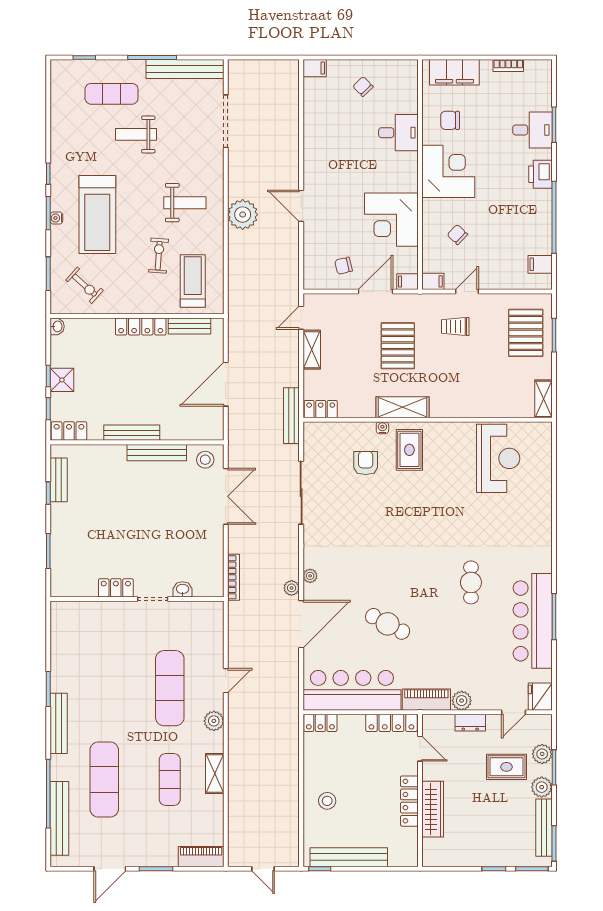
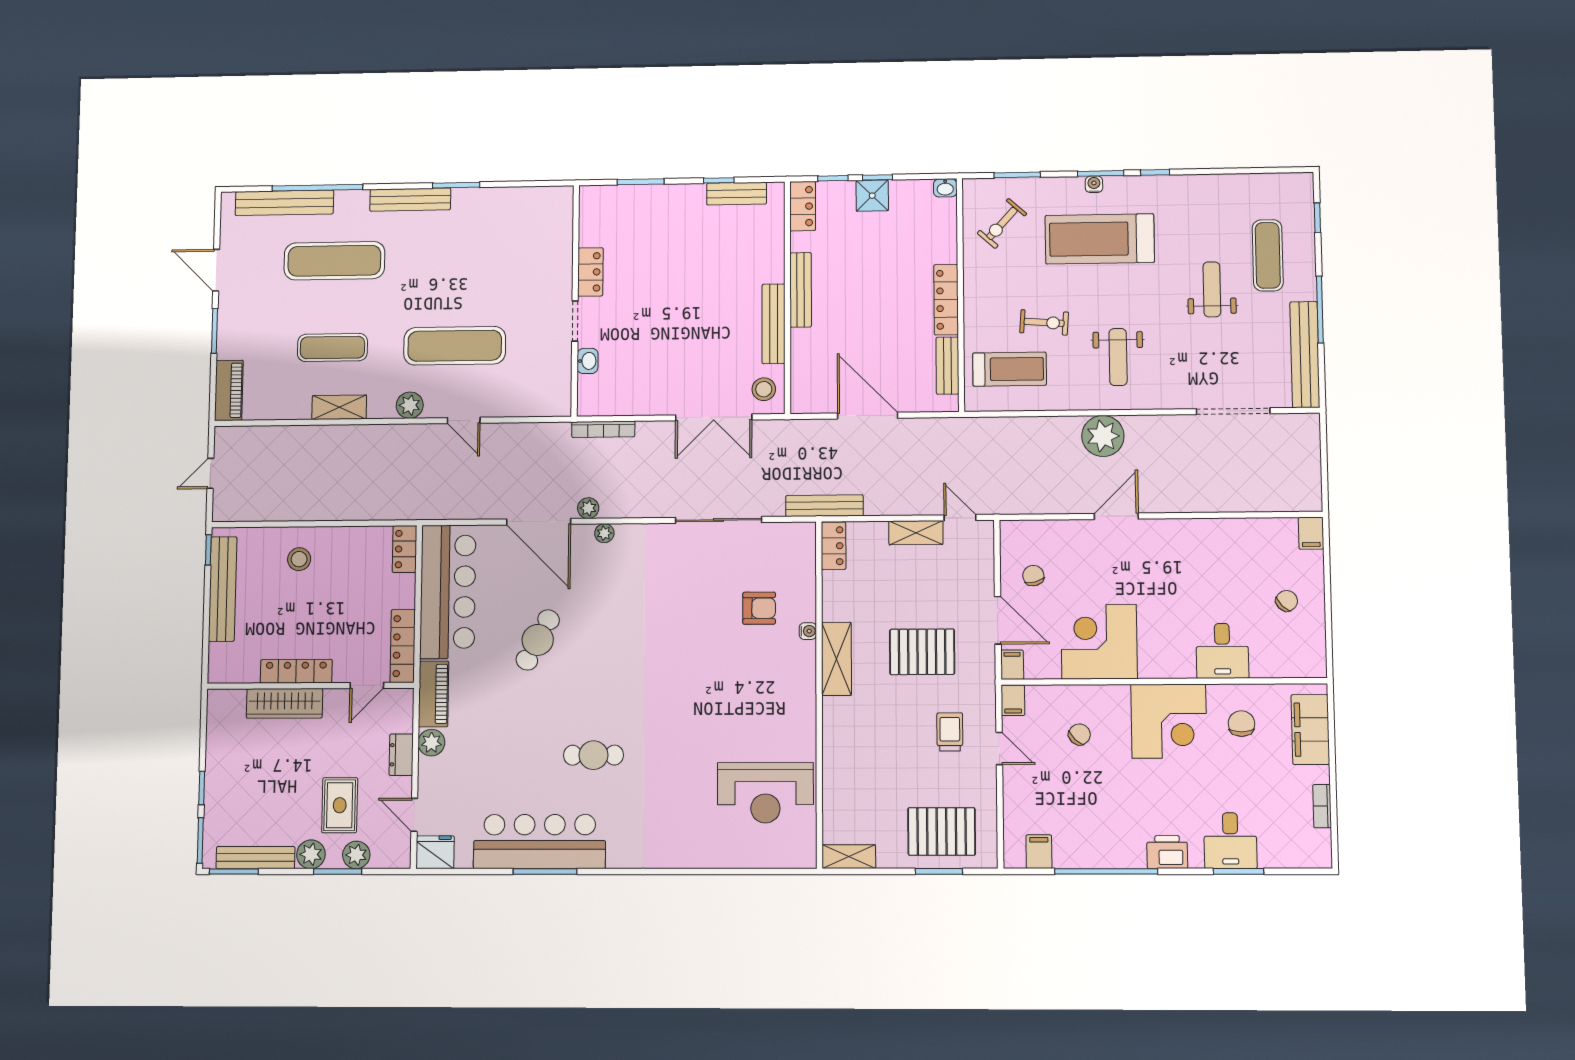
rug: (409, 450) -> (777, 669), removed

